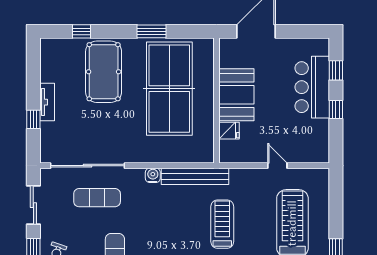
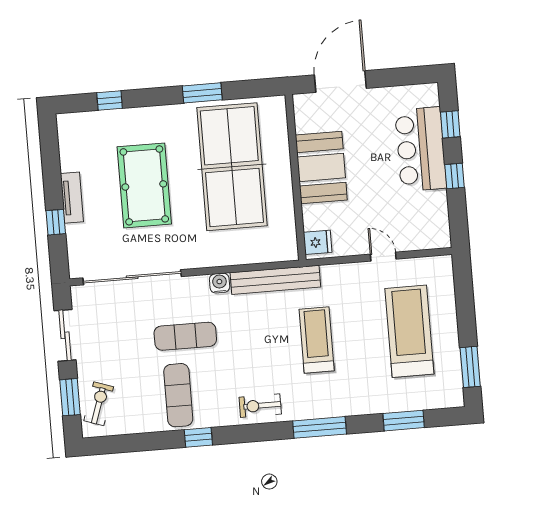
pool table: (104, 72) -> (144, 185), moved
fridge: (229, 131) -> (318, 242), moved
exercise mat: (97, 198) -> (185, 336), moved

